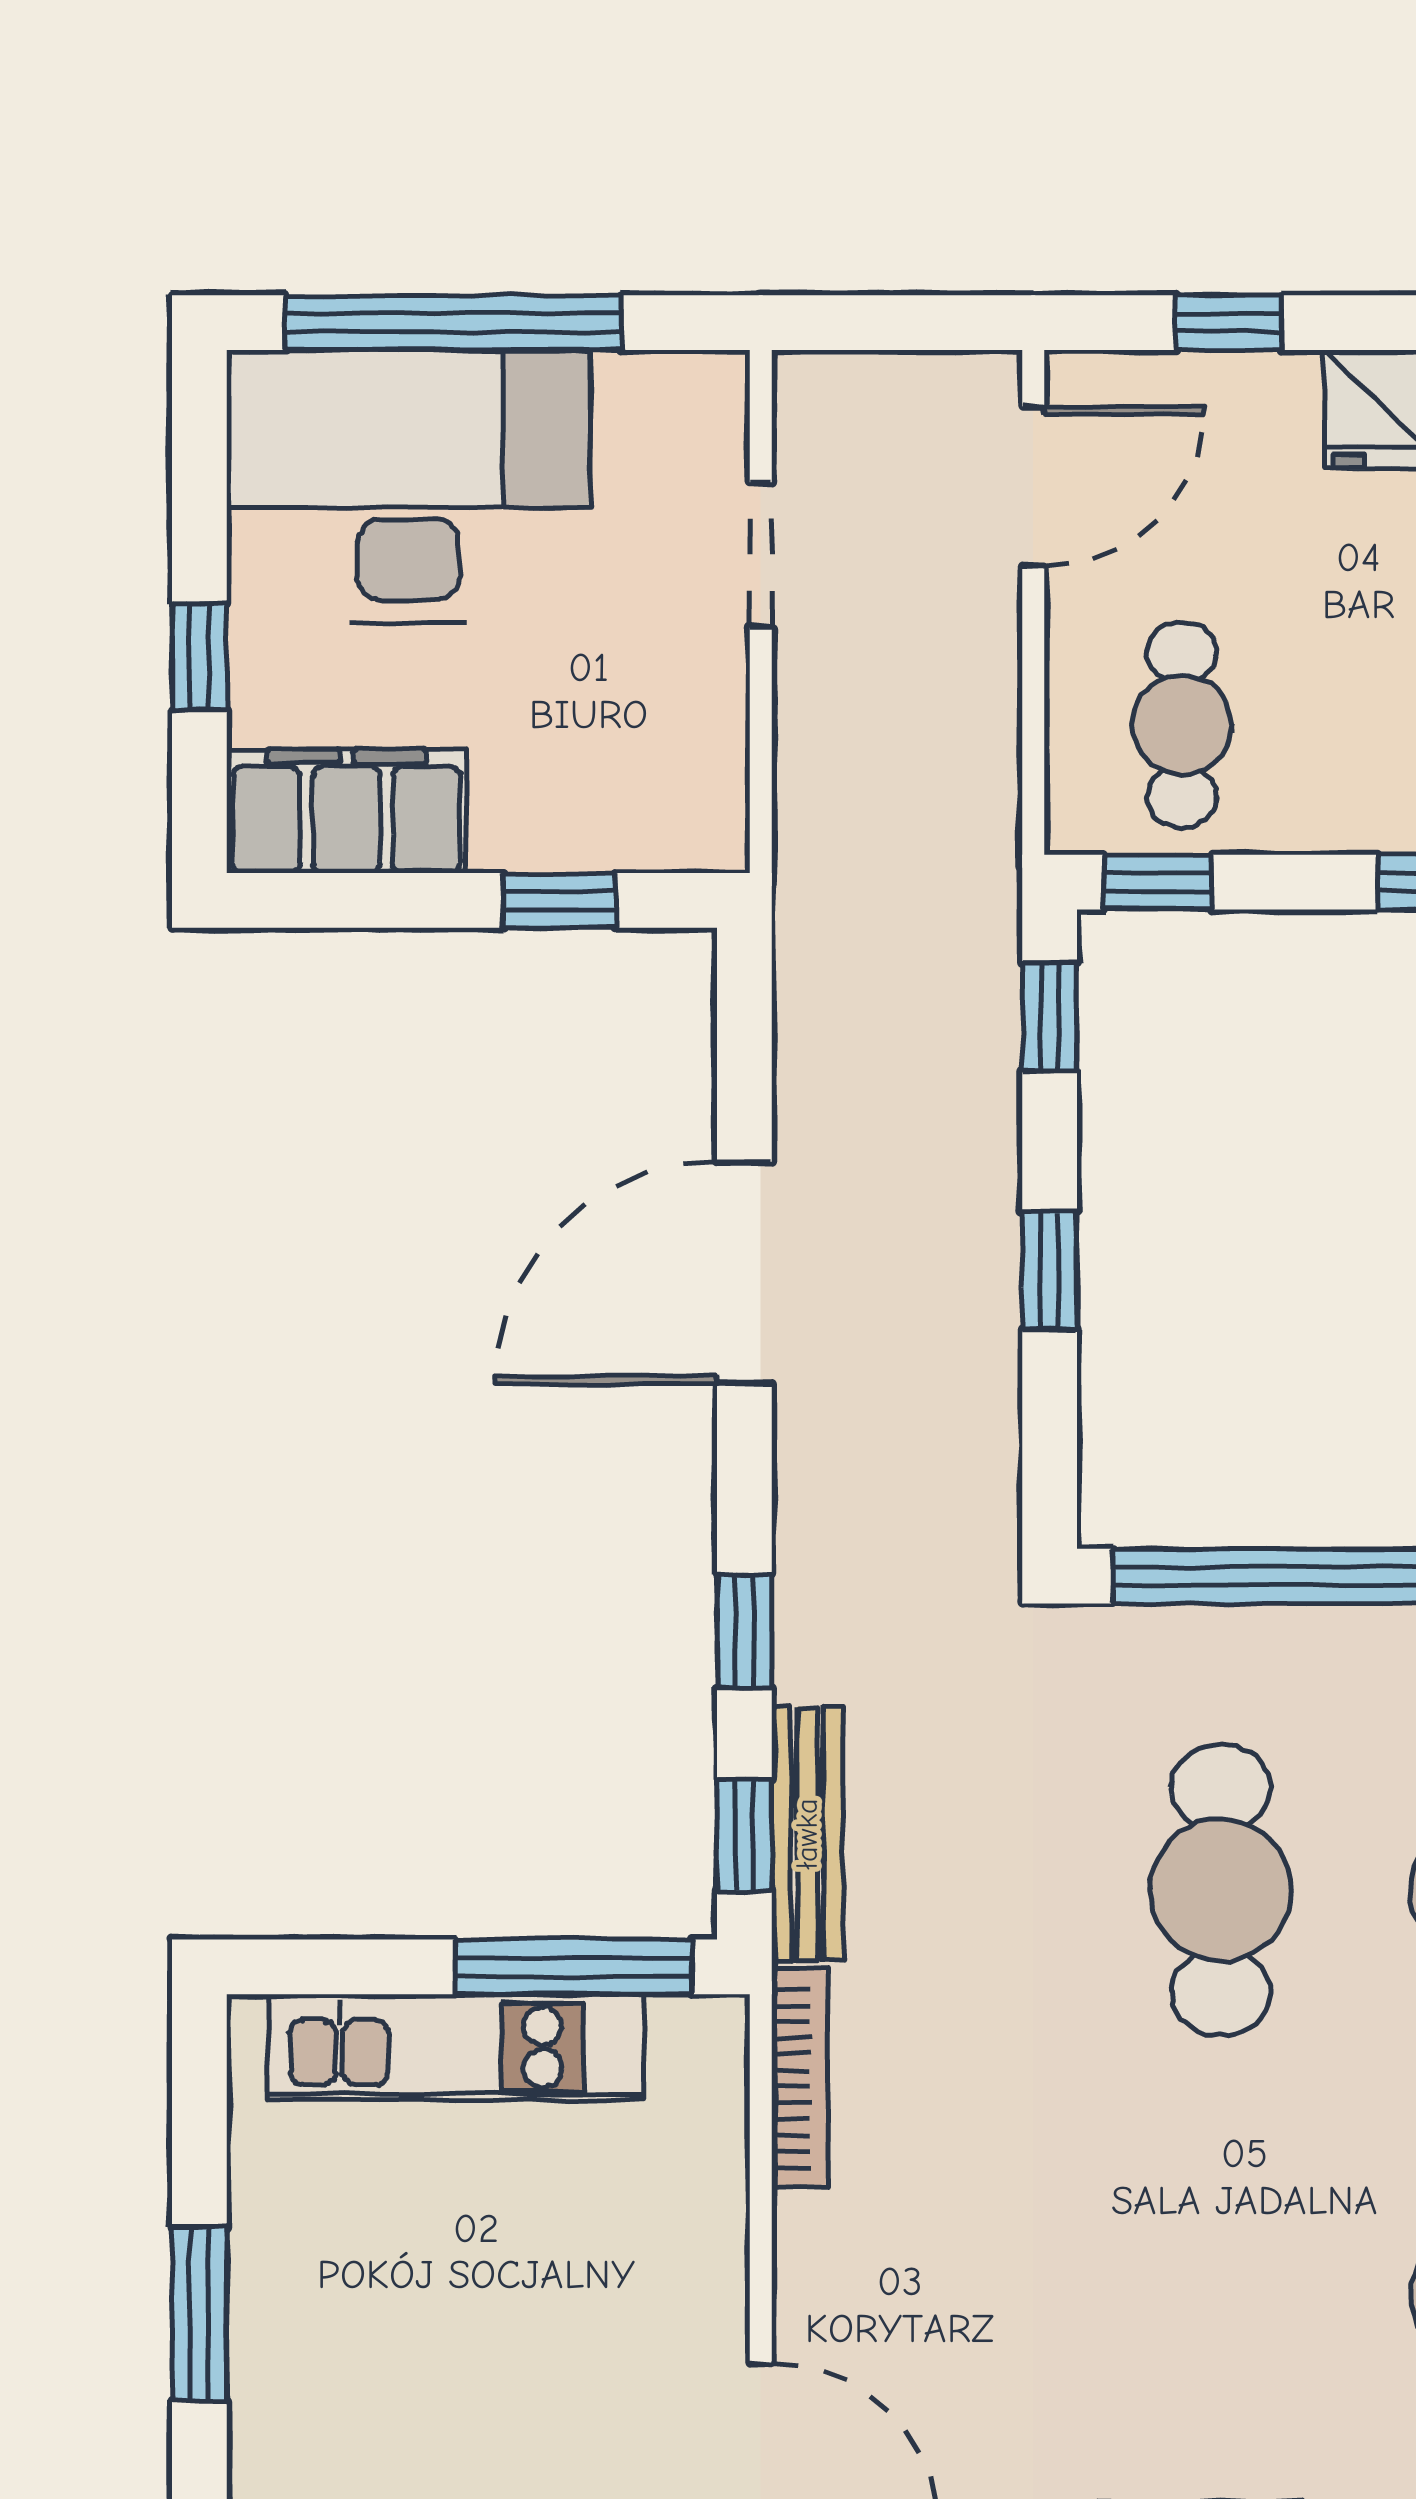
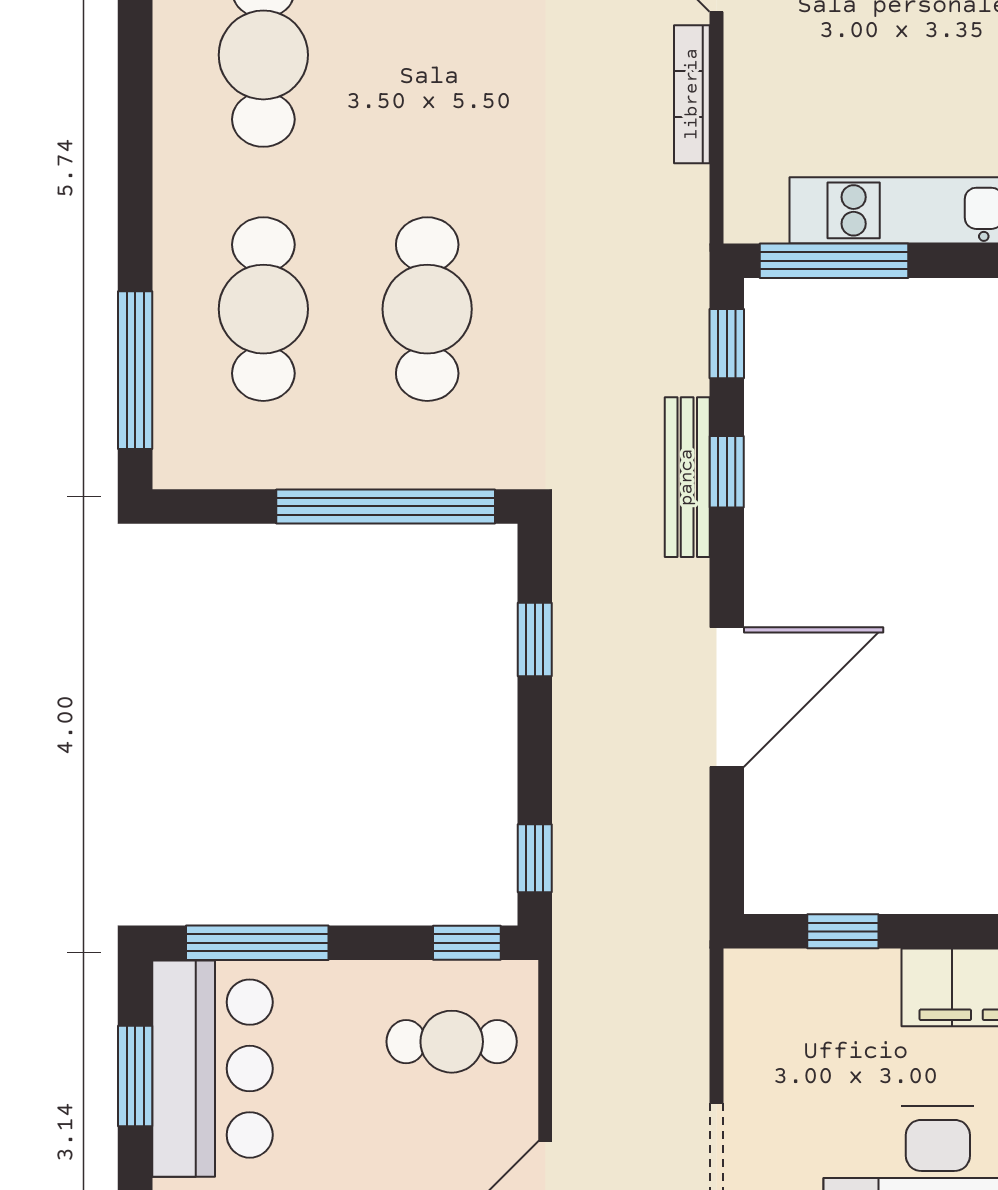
cafe table: (1182, 725) -> (452, 1042), turned 90
window: (1050, 1270) -> (535, 640), moved
bench: (807, 1834) -> (687, 477), moved
bookcase: (800, 2078) -> (692, 94), moved

